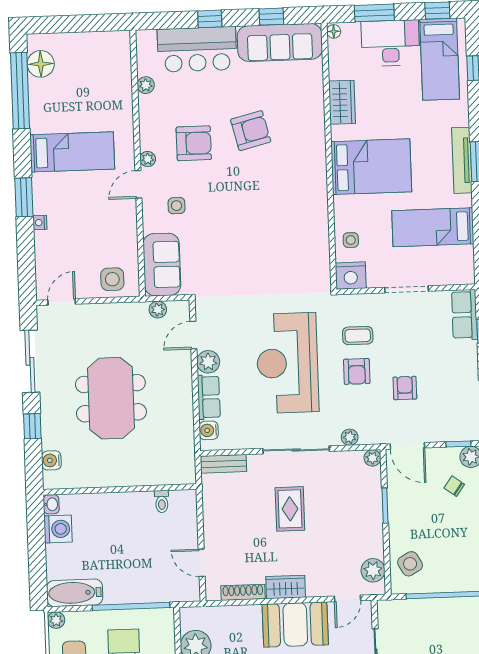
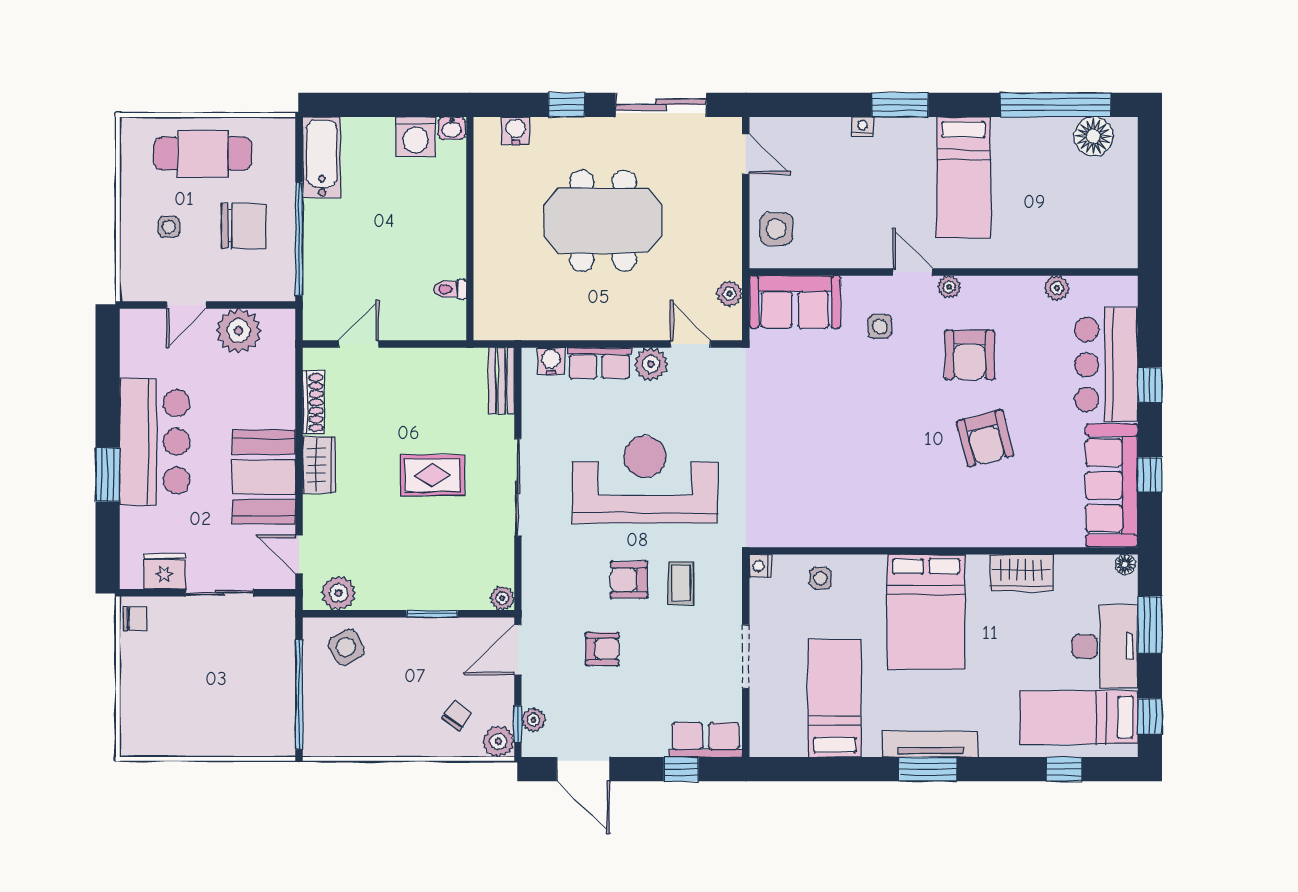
nightstand: (351, 276) -> (760, 566), width x0.53, depth x0.56
plant: (350, 437) -> (533, 720), moved
plant: (56, 620) -> (283, 129), removed

